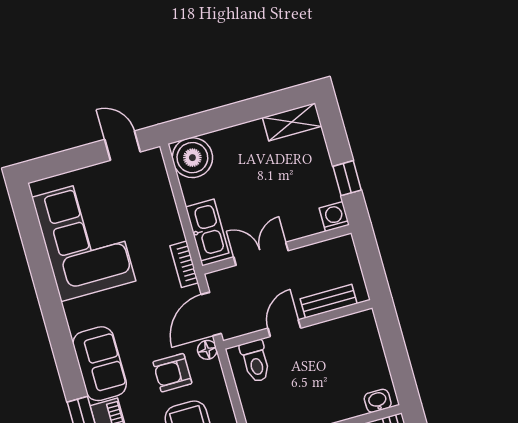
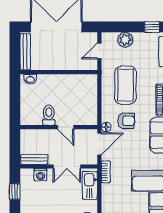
washing machine: (334, 217) -> (40, 175), moved
bench: (329, 301) -> (34, 159), moved
door: (284, 328) -> (66, 127), hinge flipped
toilet: (255, 361) -> (49, 115), moved

